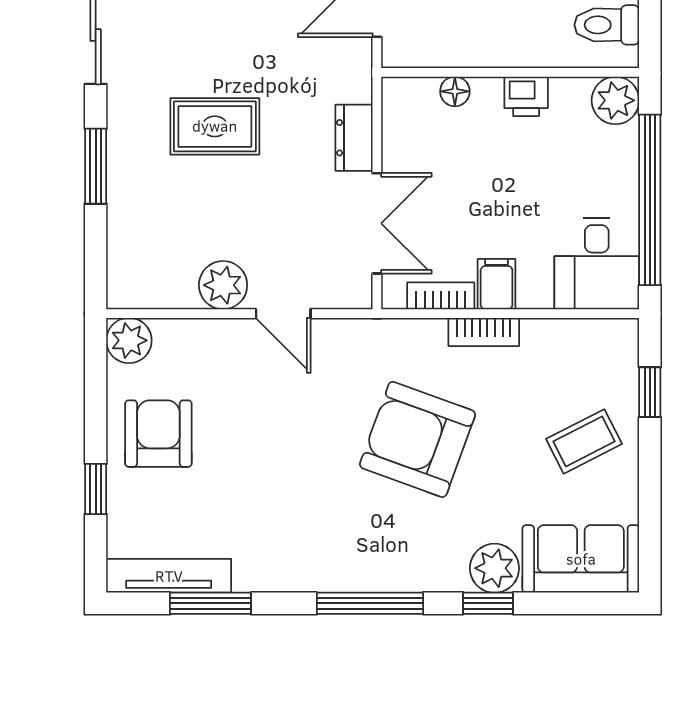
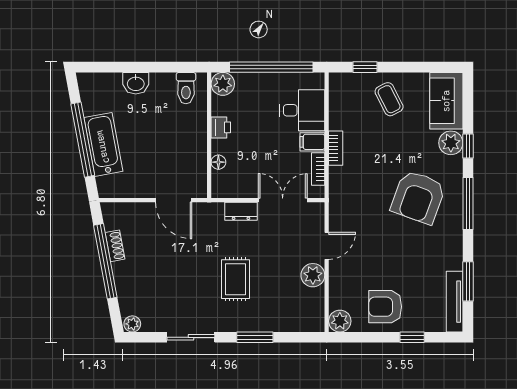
desk: (597, 264) -> (302, 110), moved
armchair: (418, 439) -> (418, 197), moved

